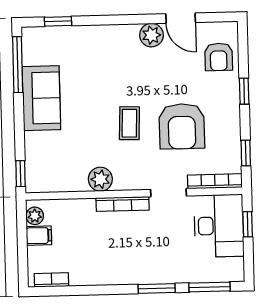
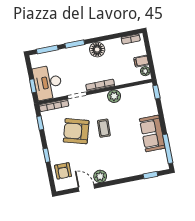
armchair: (219, 57) -> (63, 171), turned 180
armchair: (182, 126) -> (76, 131), turned -74
floor lamp: (117, 271) -> (97, 50), added

